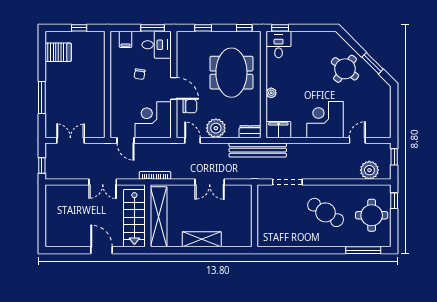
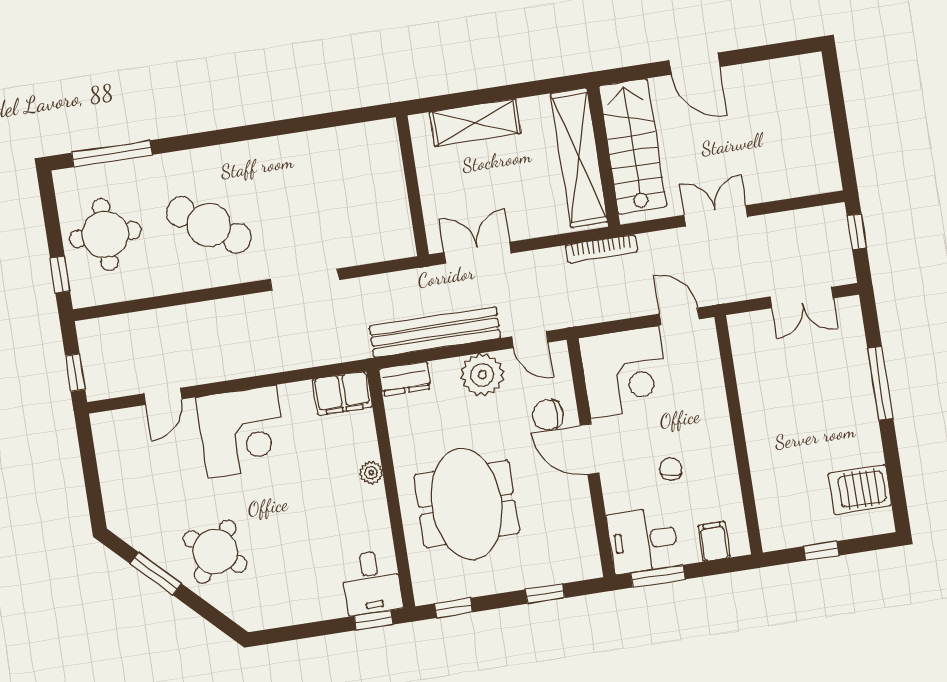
bench: (258, 150) -> (435, 332), moved
plant: (369, 170) -> (126, 334), removed
wall: (254, 216) -> (412, 186), moved

